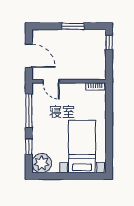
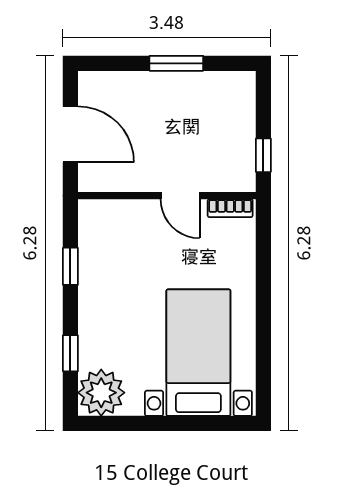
window: (109, 43) -> (263, 155), moved
door: (51, 81) -> (180, 196), moved
window: (29, 111) -> (70, 266), width x0.46

